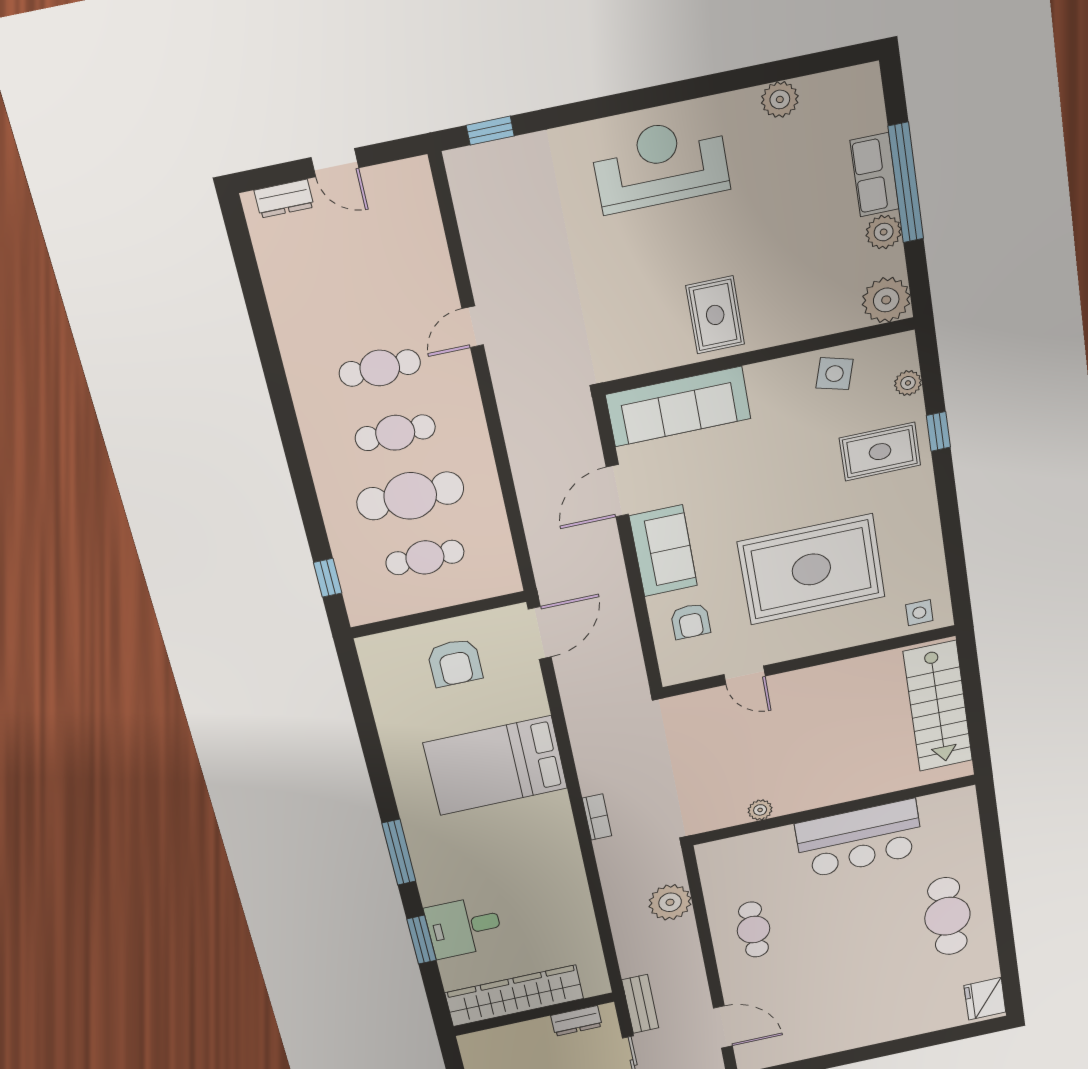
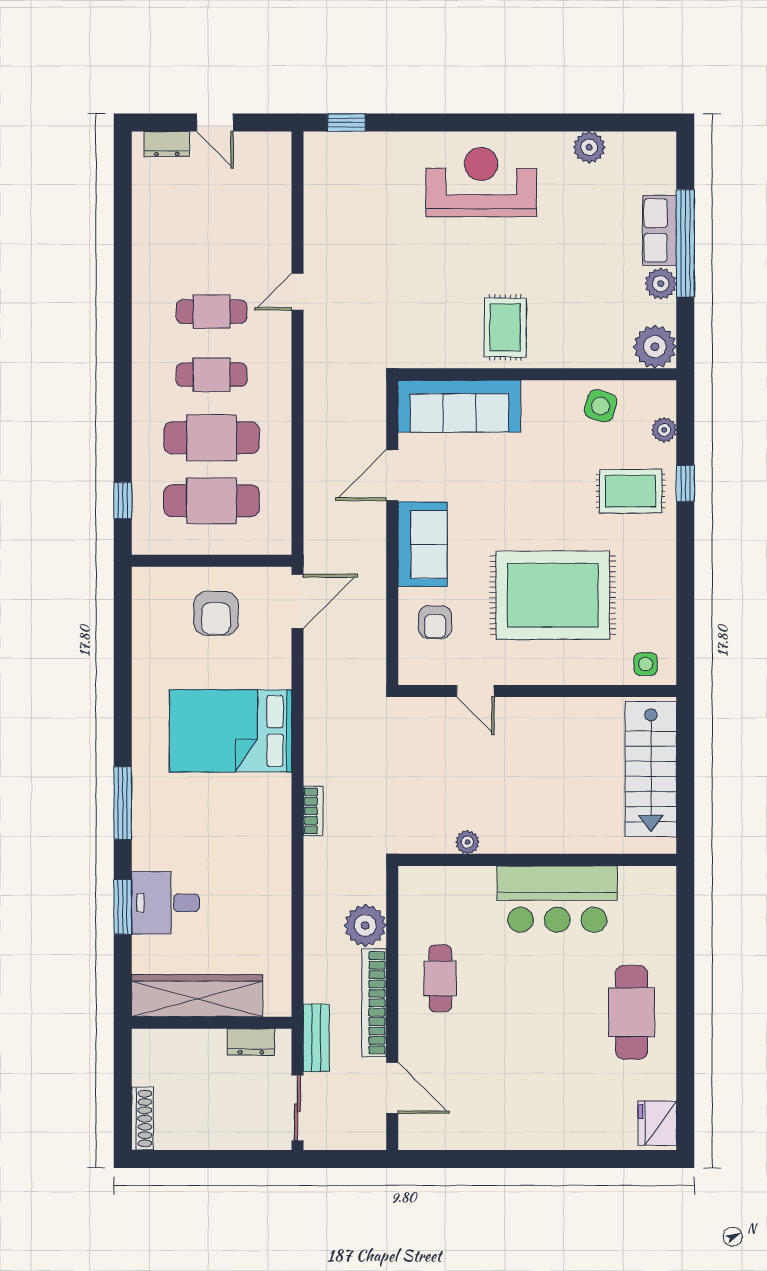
cafe table: (425, 557) -> (212, 501), width x1.37, depth x1.35
bookcase: (692, 963) -> (374, 1003), added

